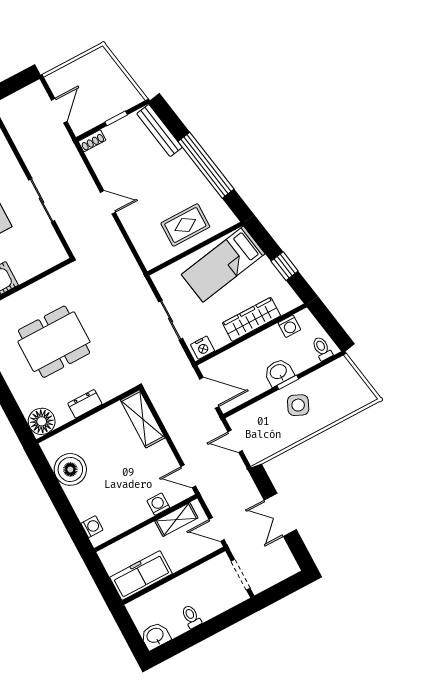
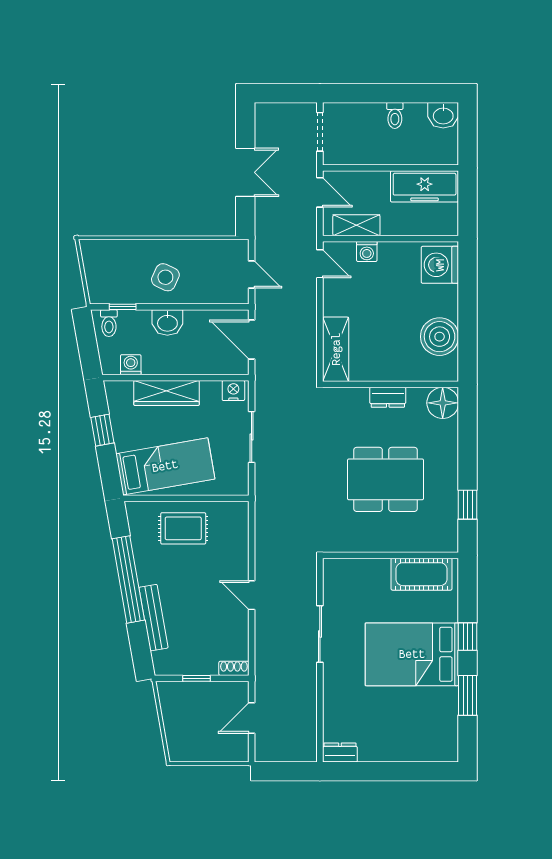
bench: (159, 130) -> (154, 618), moved
window: (288, 382) -> (123, 307), moved
washing machine: (92, 527) -> (440, 265), width x1.89, depth x1.89

